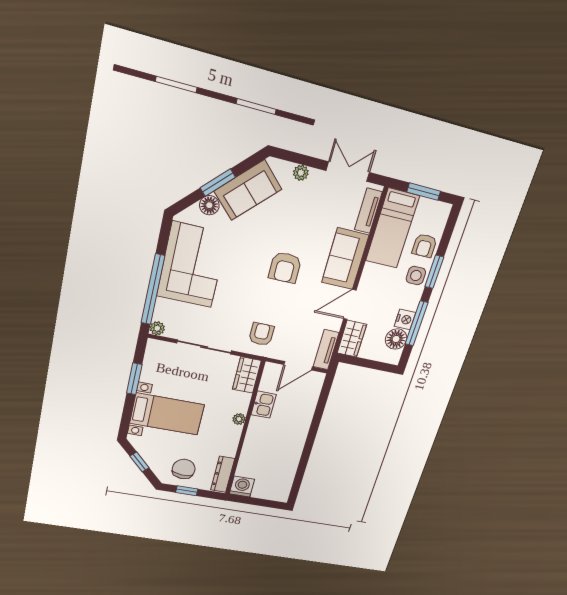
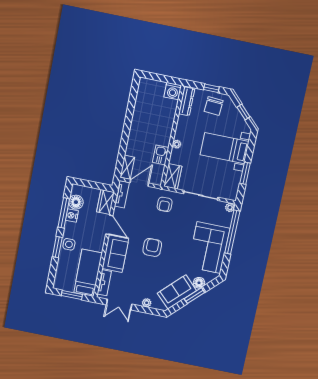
armchair: (424, 246) -> (66, 263), removed
door: (350, 304) -> (109, 225), hinge flipped
shelving: (314, 388) -> (127, 167), added

